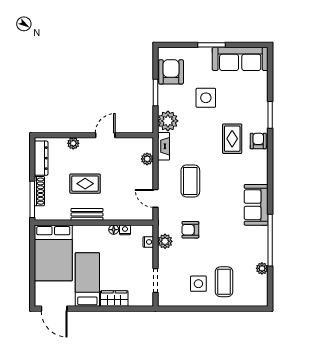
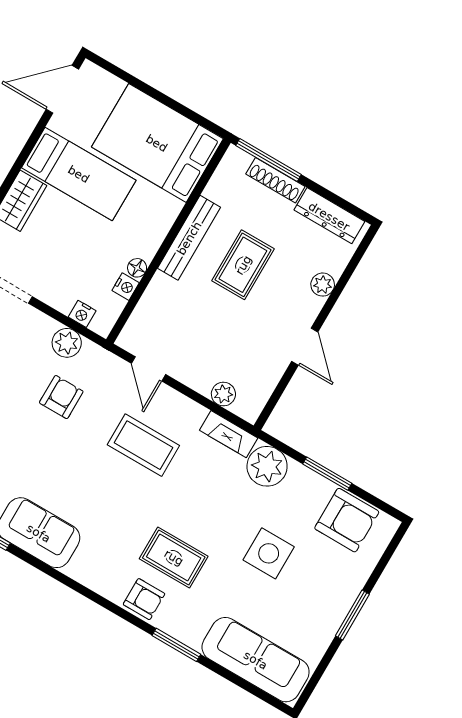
sofa: (240, 59) -> (256, 660), moved, turned 90
door: (155, 198) -> (148, 369), swing flipped
bench: (87, 214) -> (189, 238), width x1.36

